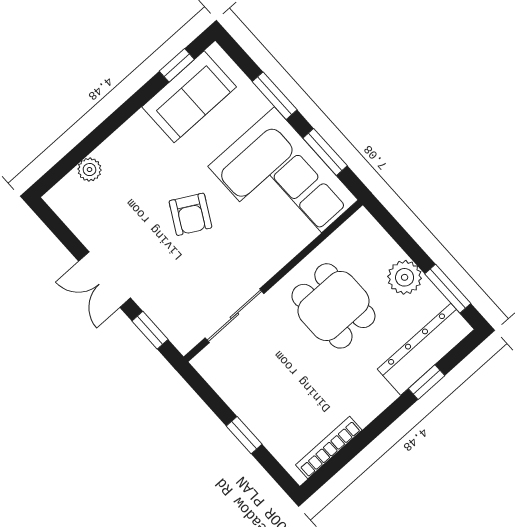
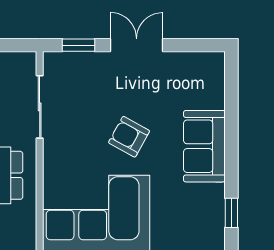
sofa: (189, 97) -> (204, 146), moved
plant: (90, 170) -> (215, 98), removed

